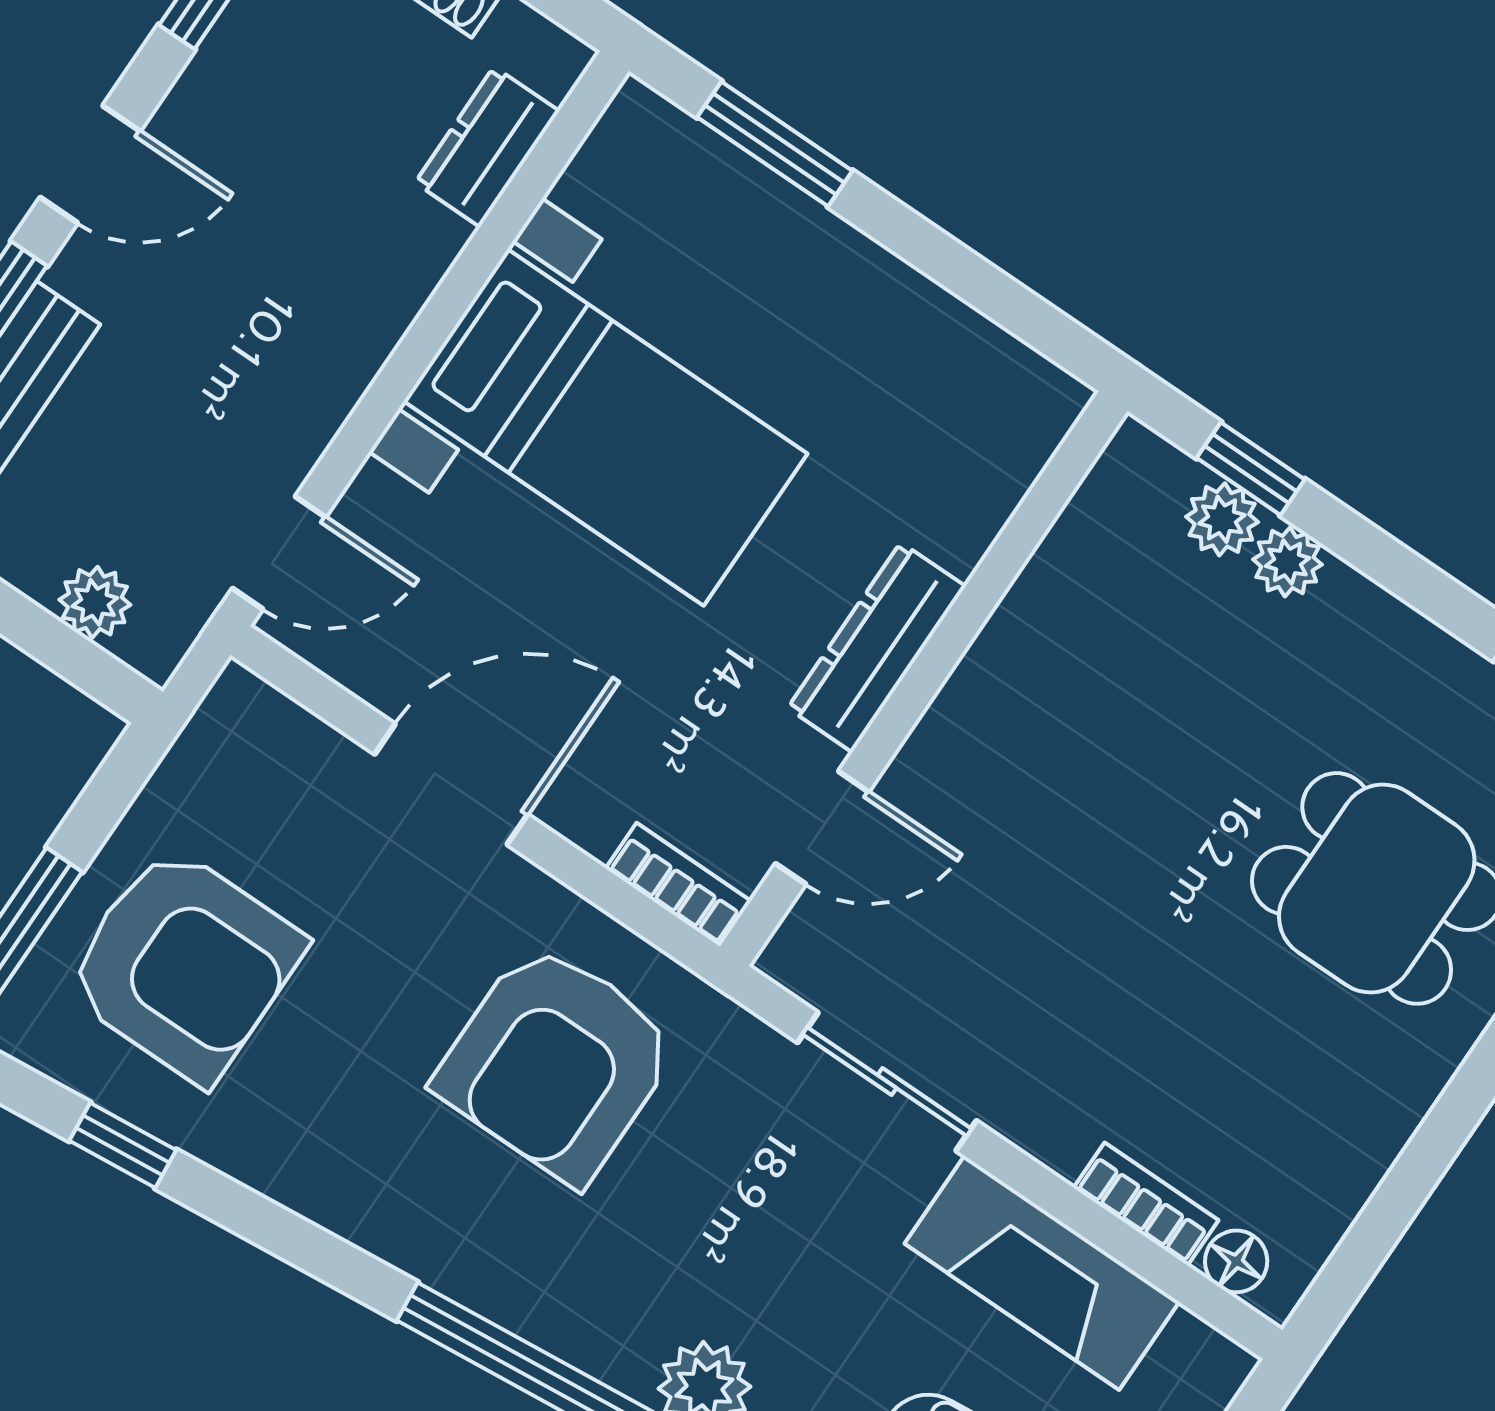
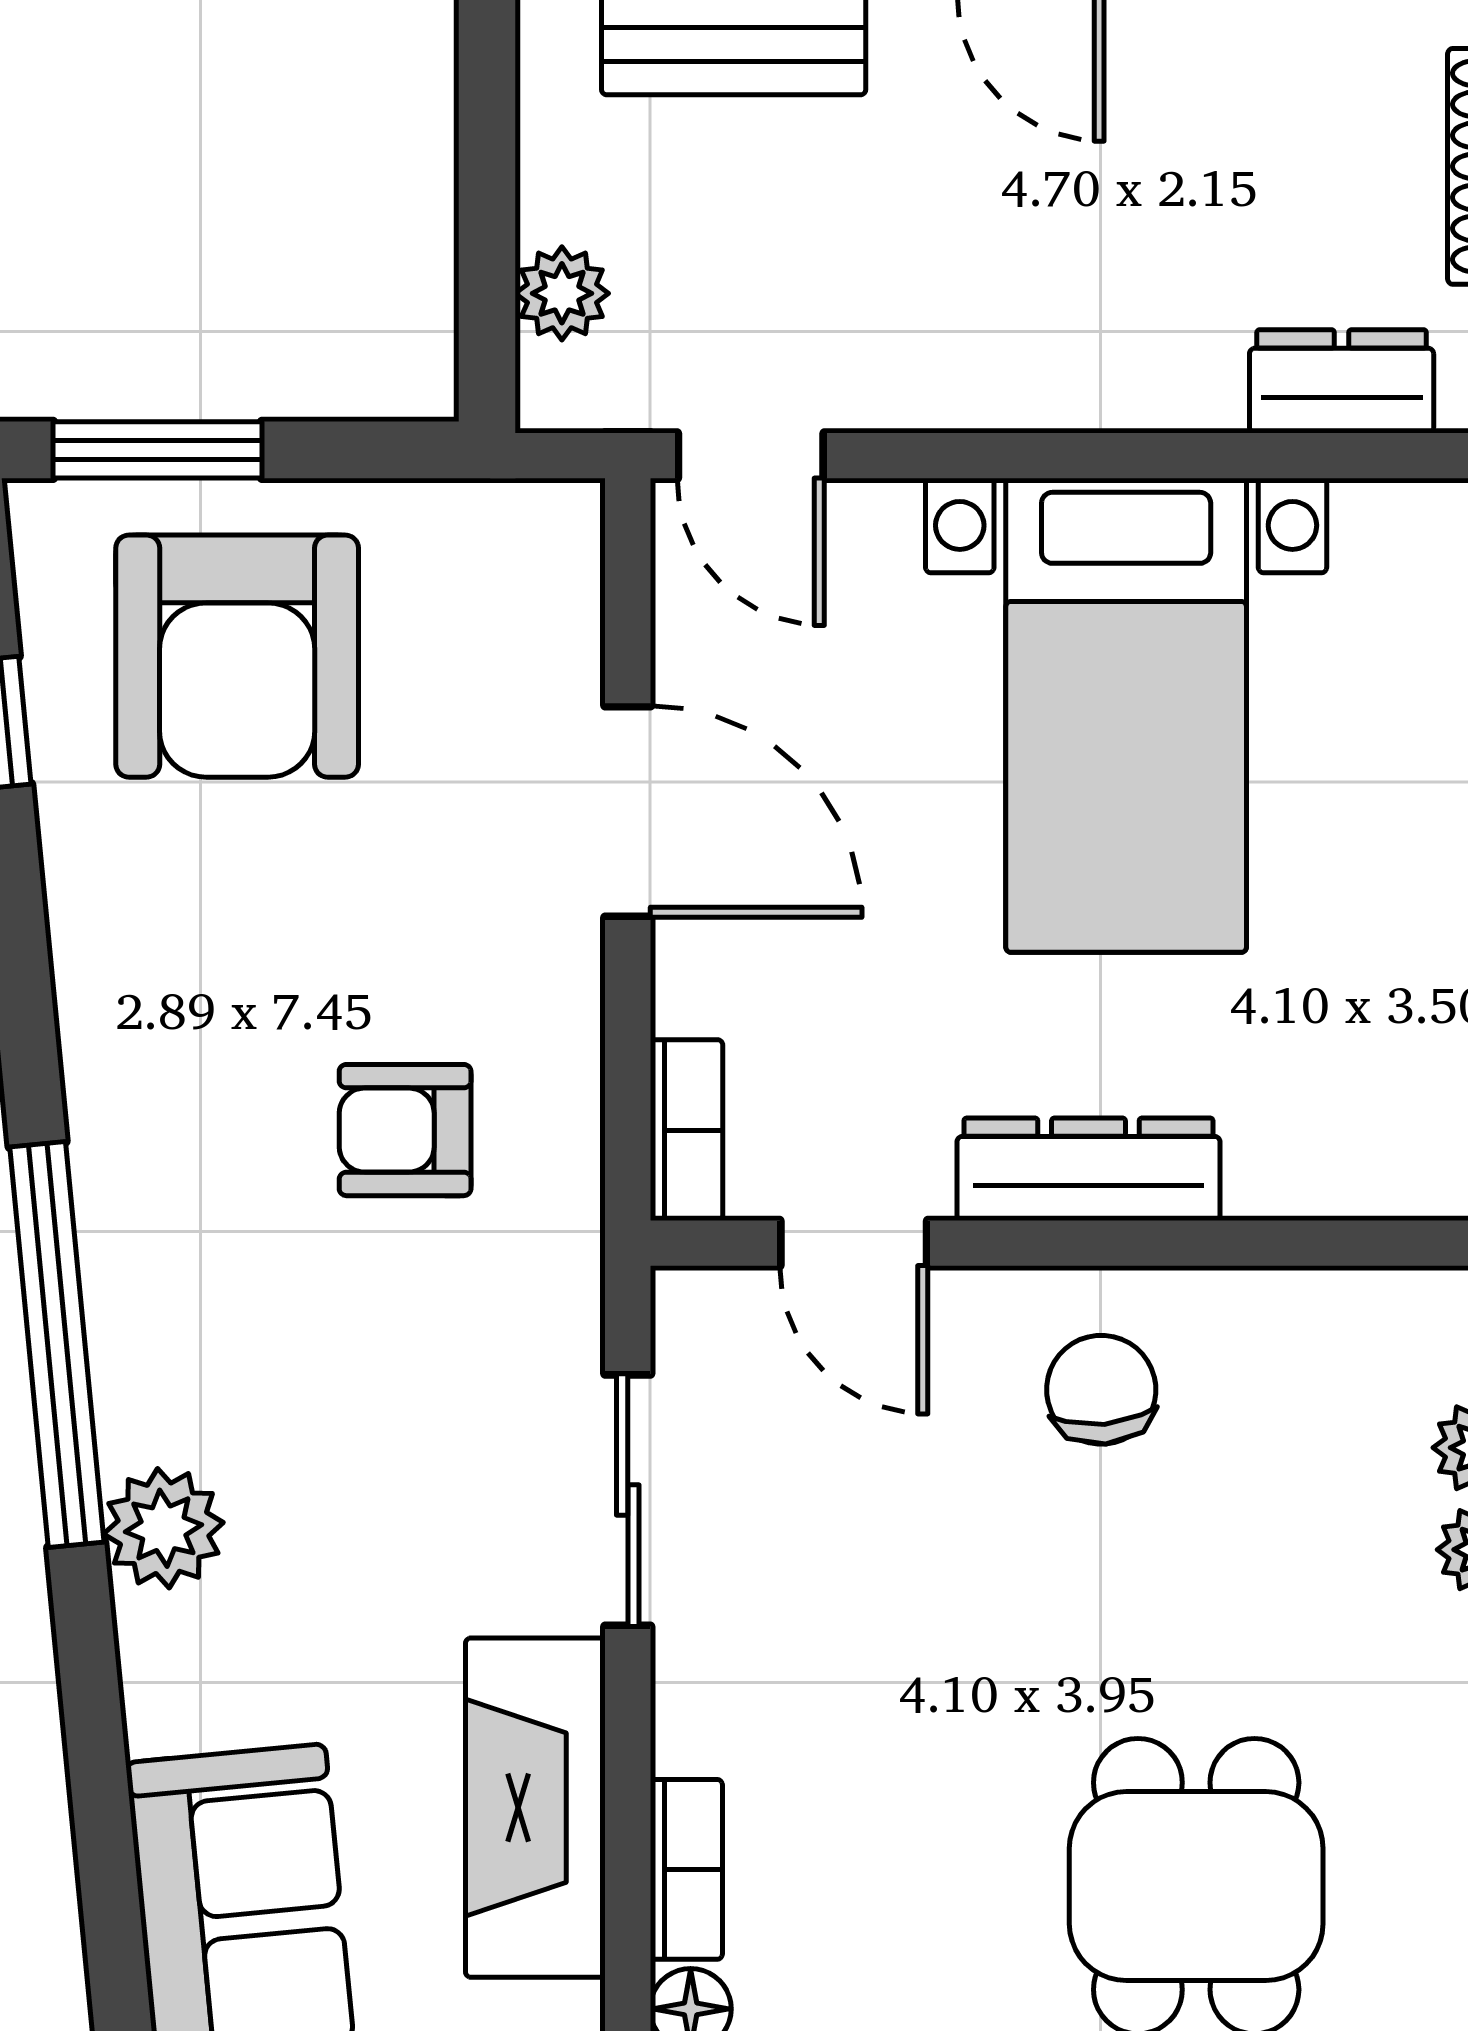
chair: (1022, 734) -> (1101, 1390), added
armchair: (557, 1063) -> (405, 1130), width x0.53, depth x0.53

